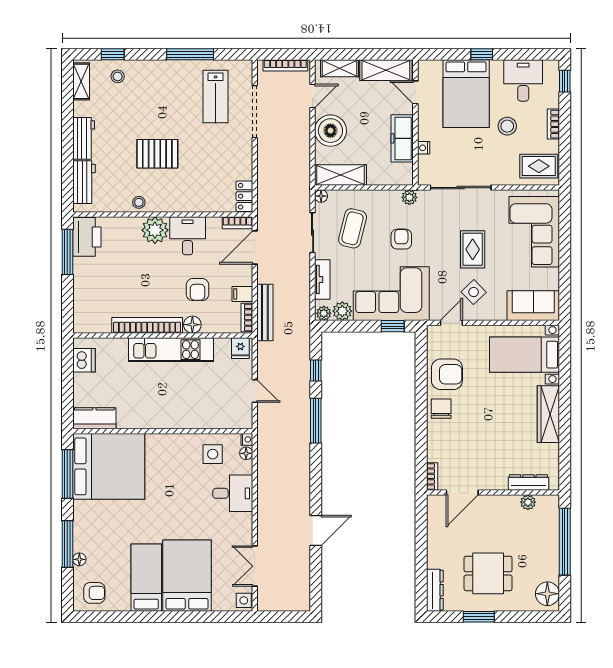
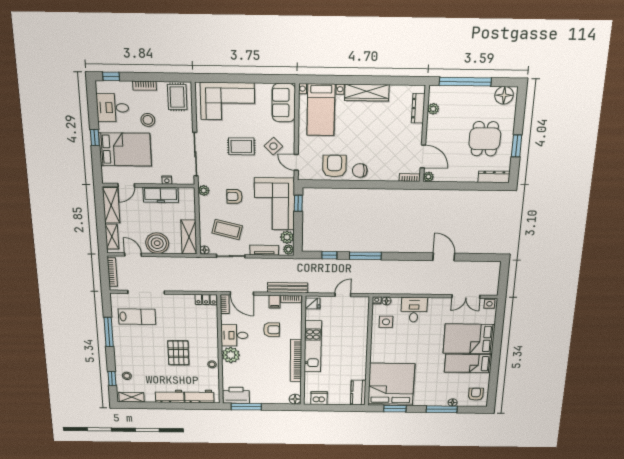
floor lamp: (192, 325) -> (295, 399), moved
window: (67, 474) -> (395, 409), width x0.69
plant: (434, 502) -> (428, 177), added

